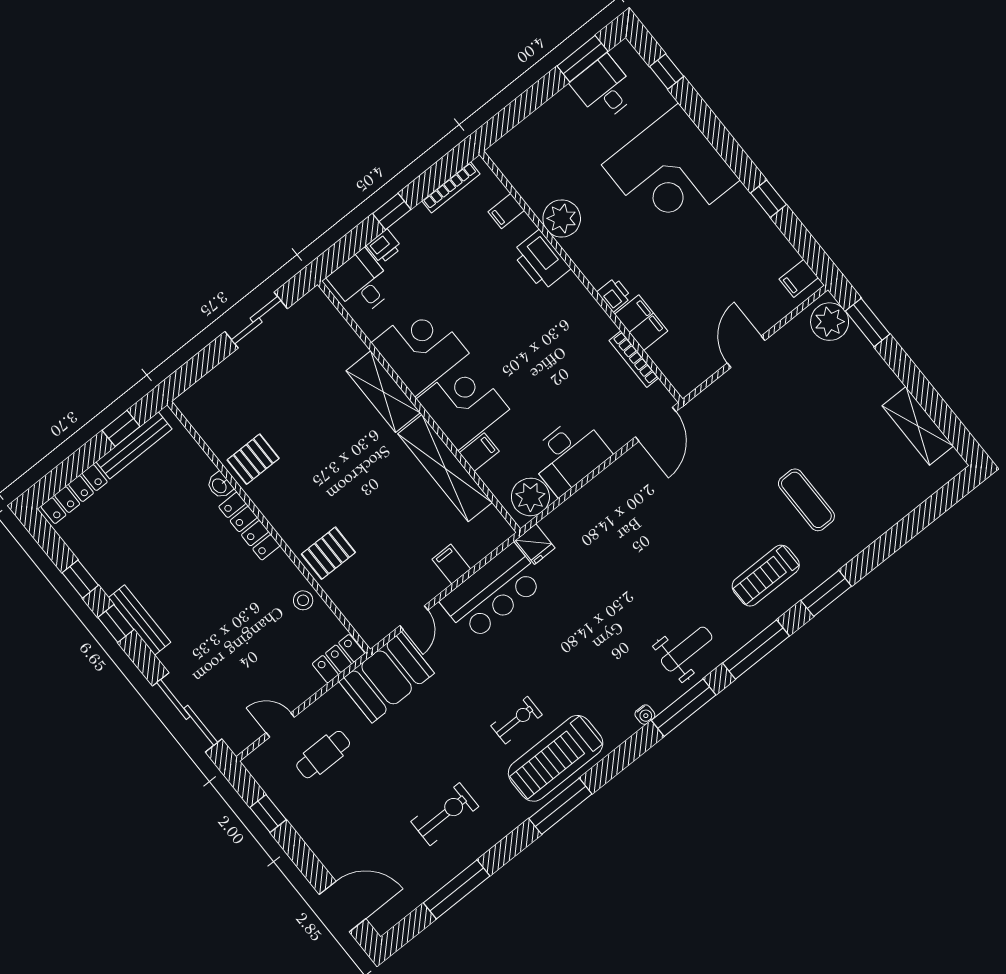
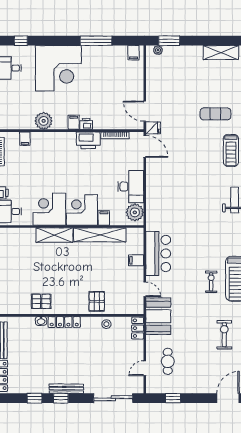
window: (769, 199) -> (96, 41), width x2.17
printer: (541, 260) -> (88, 140), moved
plant: (830, 322) -> (158, 50), width x0.53, depth x0.53
filing cabinet: (641, 323) -> (74, 122), moved, width x0.50
door: (746, 352) -> (145, 111), moved
pallet: (253, 459) -> (41, 301), turned 90
fridge: (535, 544) -> (153, 128), moved

